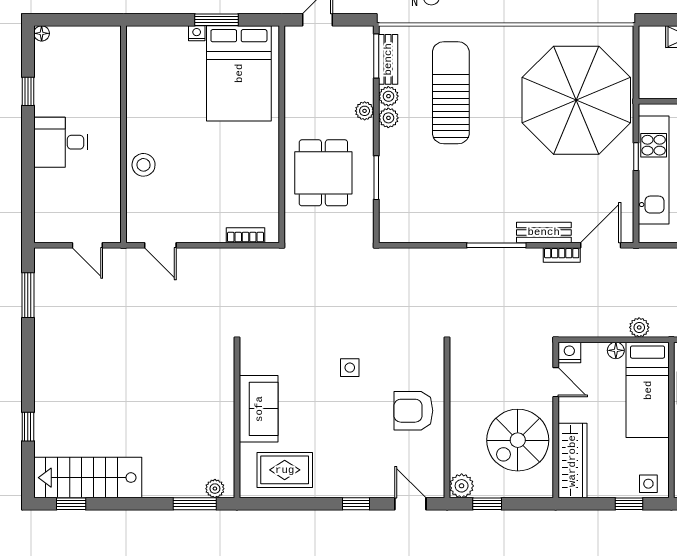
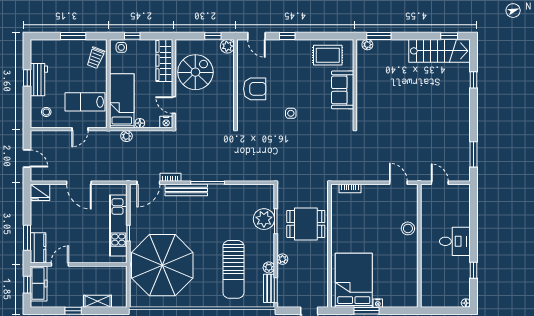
plant: (388, 118) -> (264, 219), moved, width x1.88, depth x1.88
dining table: (323, 173) -> (306, 224), turned 90
bench: (544, 232) -> (186, 190), width x1.36

